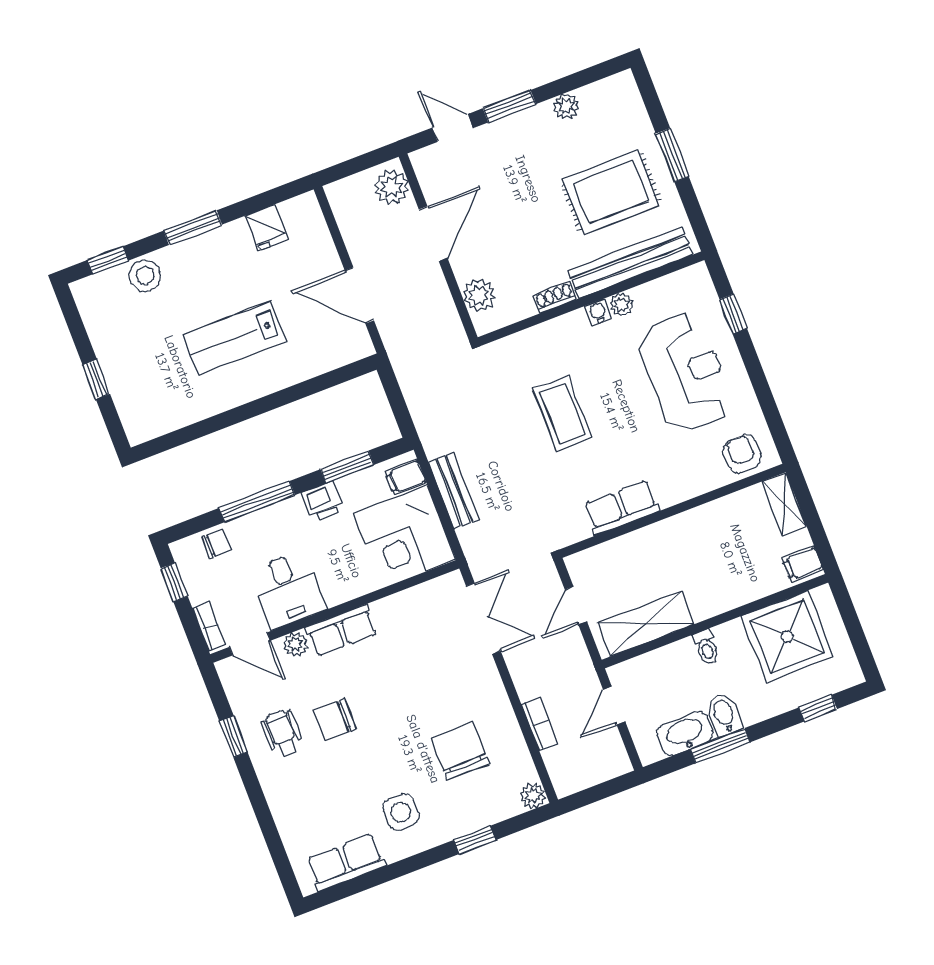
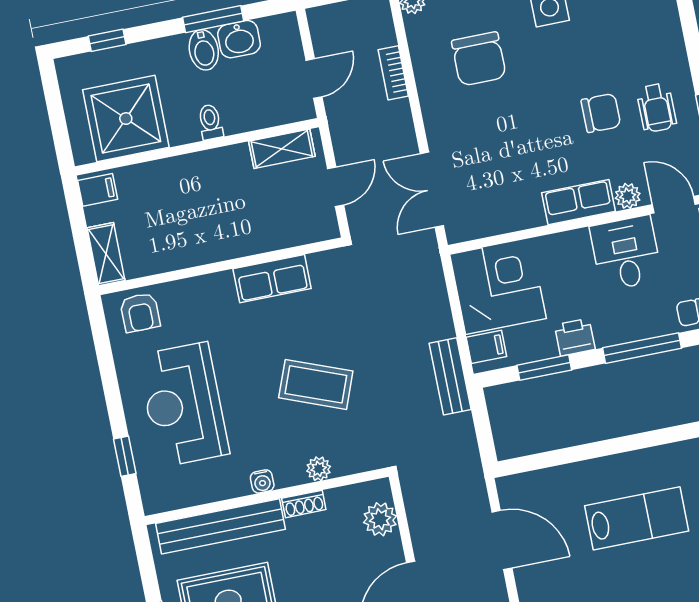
plant: (622, 305) -> (319, 469), moved
coffee table: (563, 414) -> (316, 384), turned -69
bench: (454, 491) -> (450, 376), moved
shelving: (646, 623) -> (282, 149), width x0.67, depth x0.75
washbasin: (685, 733) -> (239, 39), width x0.72

